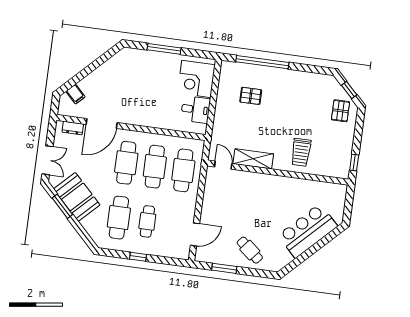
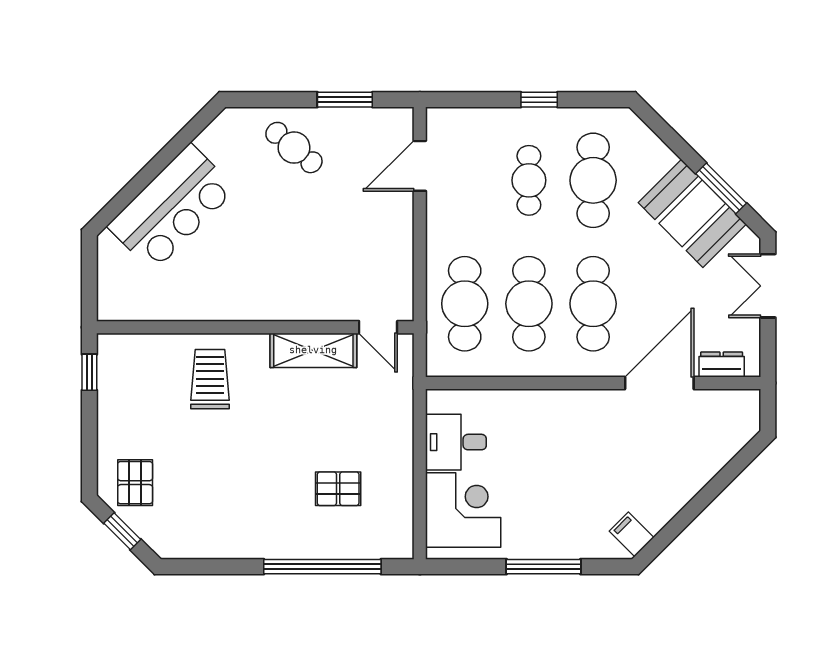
filing cabinet: (76, 94) -> (632, 534), moved

